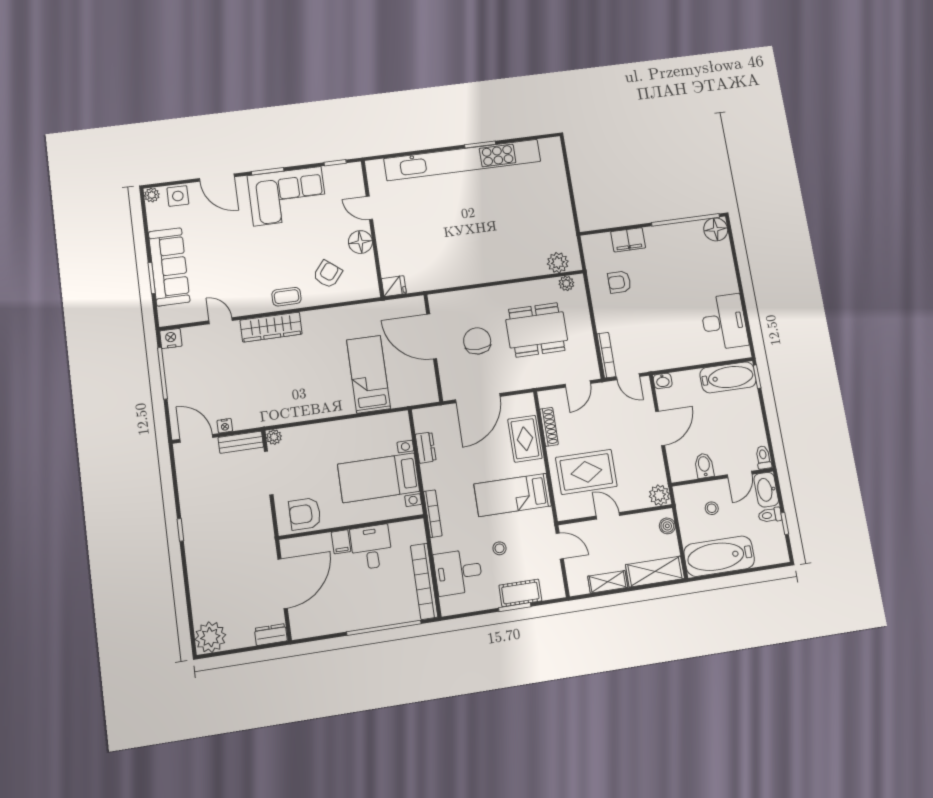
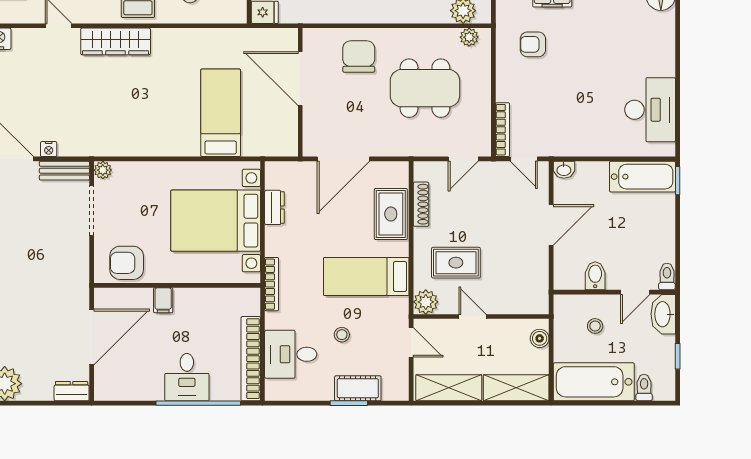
chair: (477, 341) -> (359, 57), moved
rug: (586, 472) -> (456, 263), width x0.73, depth x0.70
bed with nightstands: (379, 478) -> (216, 221), width x1.36
plant: (659, 495) -> (426, 302), moved
toilet: (770, 515) -> (644, 388), moved, turned 90
desk: (371, 547) -> (187, 377), moved, turned 180
shelving: (608, 582) -> (449, 388), width x1.50, depth x1.33

